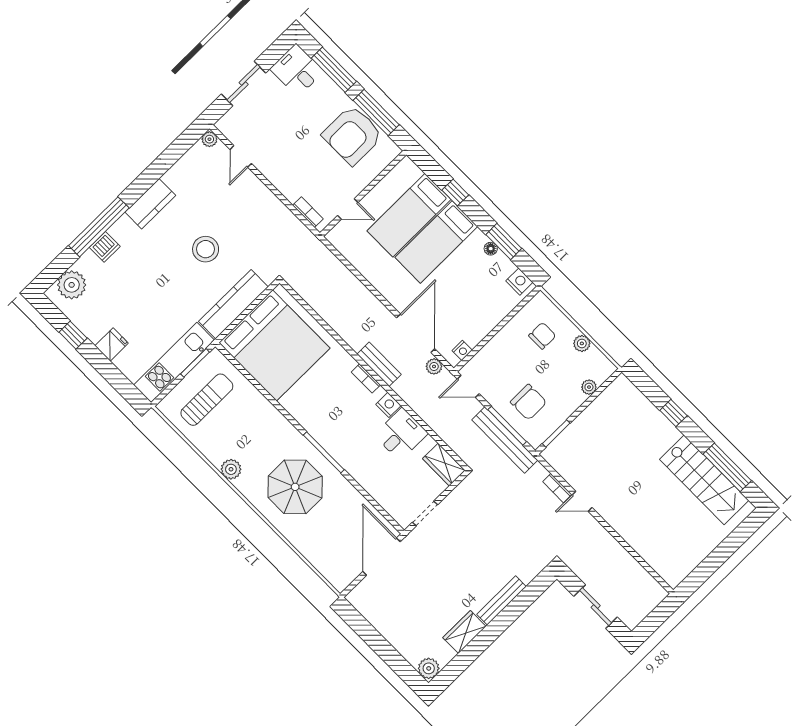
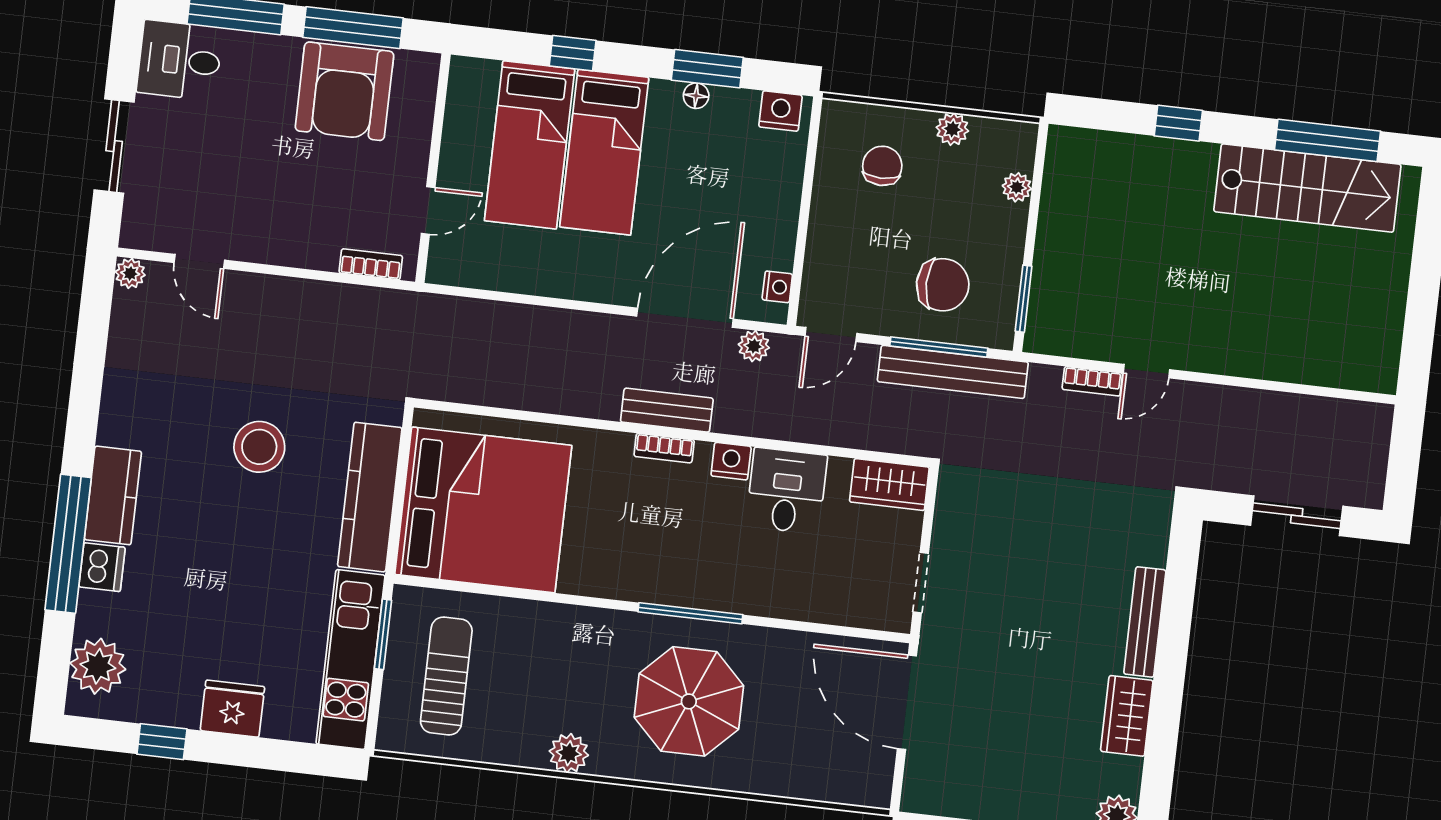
kitchen counter: (150, 204) -> (113, 495), moved
door: (416, 333) -> (685, 318), hinge flipped
fridge: (112, 345) -> (232, 709), width x1.38

